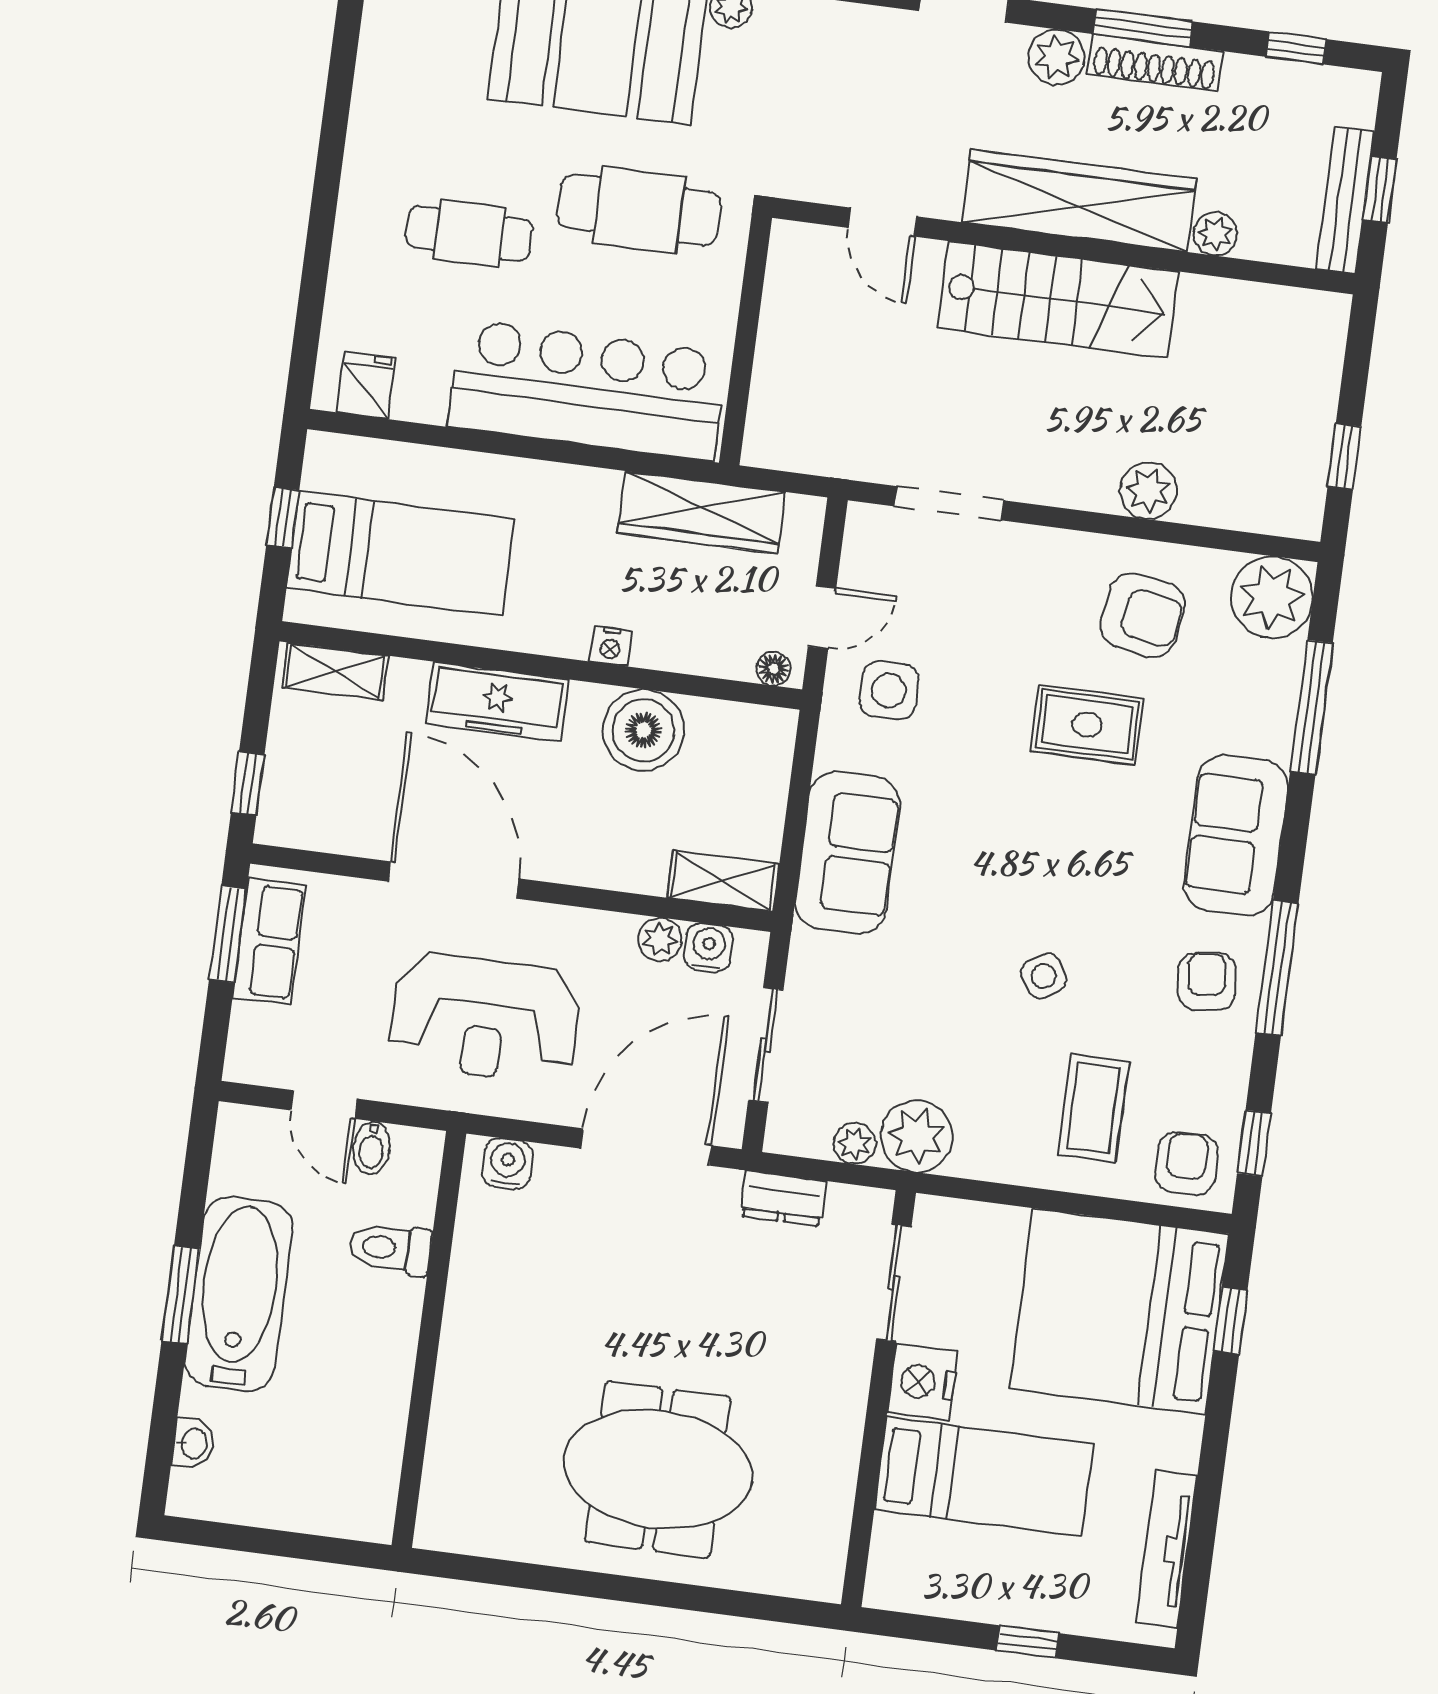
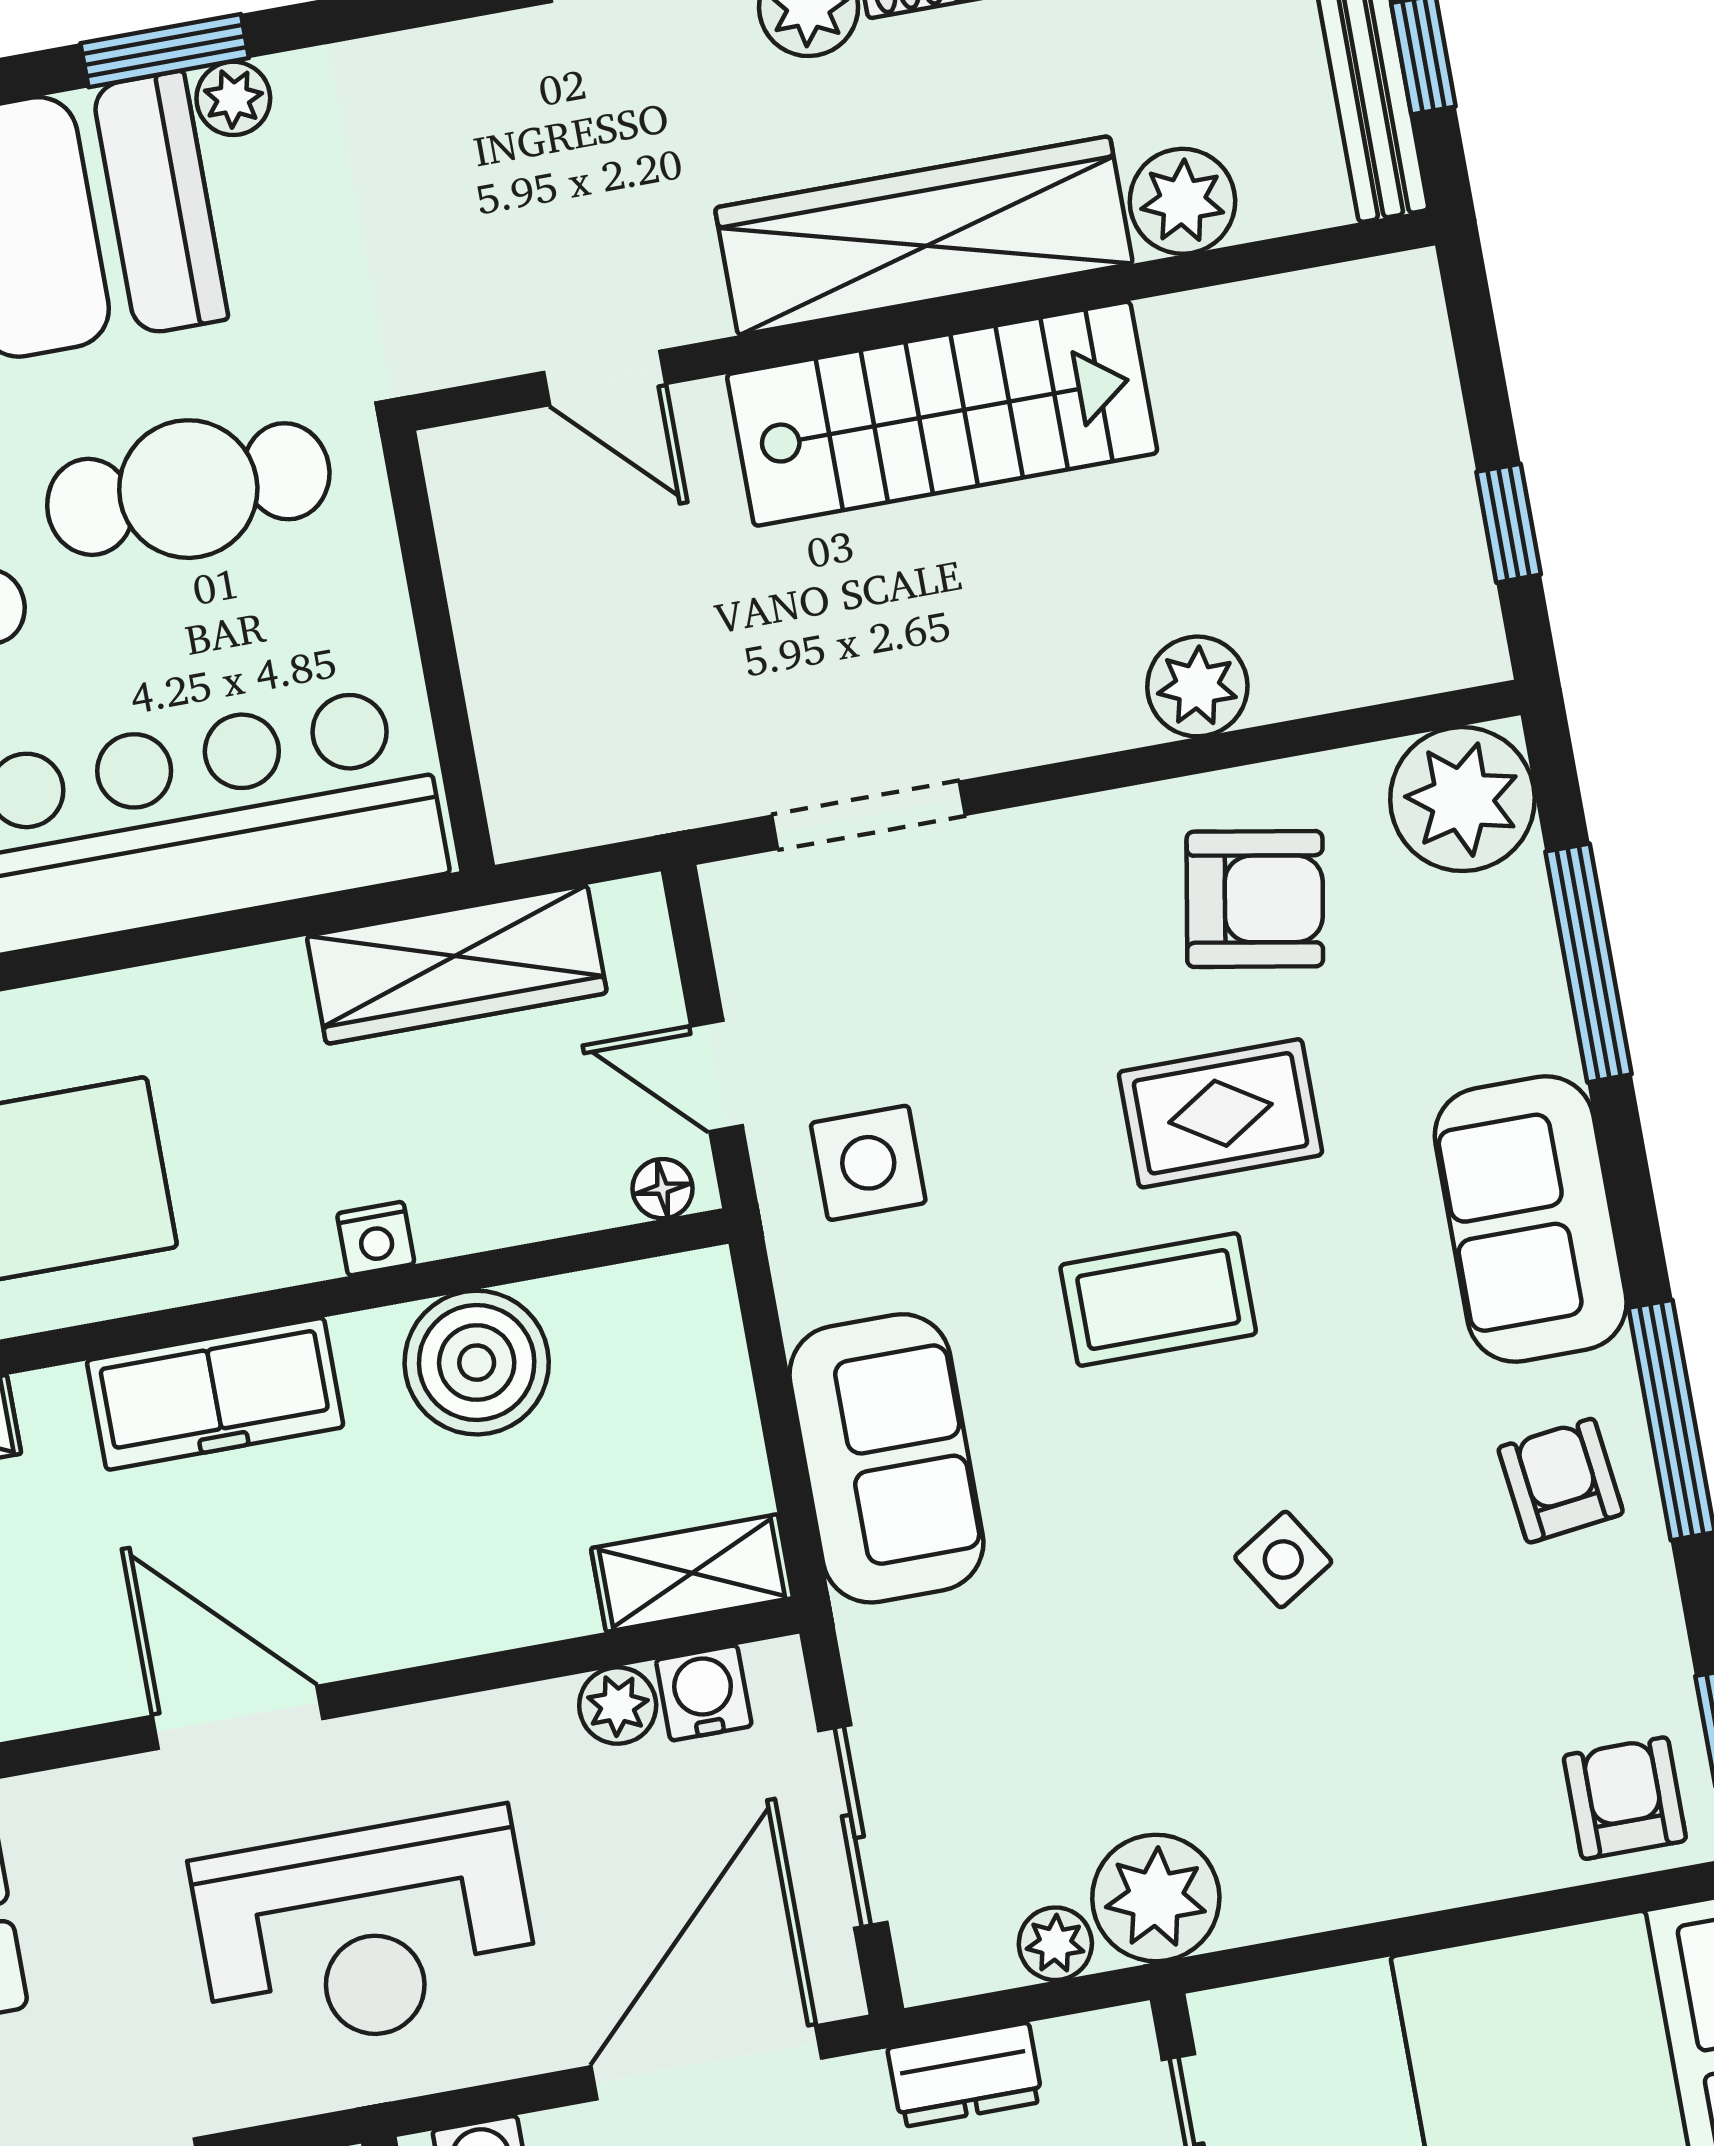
plant: (1215, 234) -> (1182, 201), width x1.38, depth x1.38
door: (822, 617) -> (716, 1076), swing flipped
door: (453, 880) -> (238, 1717), width x0.73
coffee table: (1093, 1108) -> (1158, 1299), moved, turned 90

